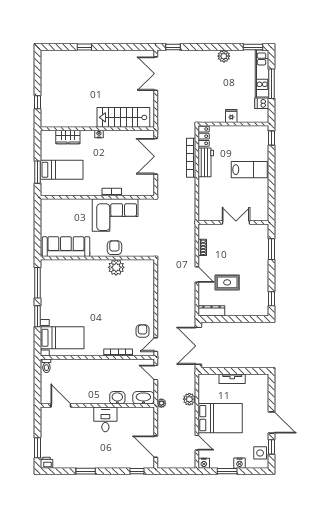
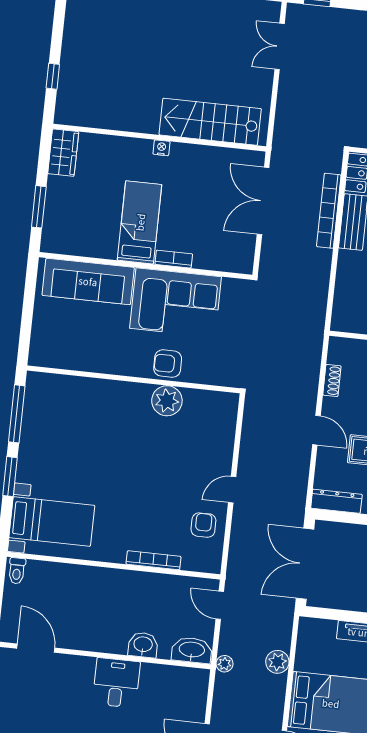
double door: (156, 74) -> (280, 46), width x0.73
wardrobe: (68, 137) -> (63, 153), moved, turned -90
bed: (62, 170) -> (140, 222), moved, turned -90
sofa: (66, 247) -> (88, 281), moved, turned 180
armchair: (114, 248) -> (168, 364), turned -90
door: (156, 345) -> (232, 490), moved

